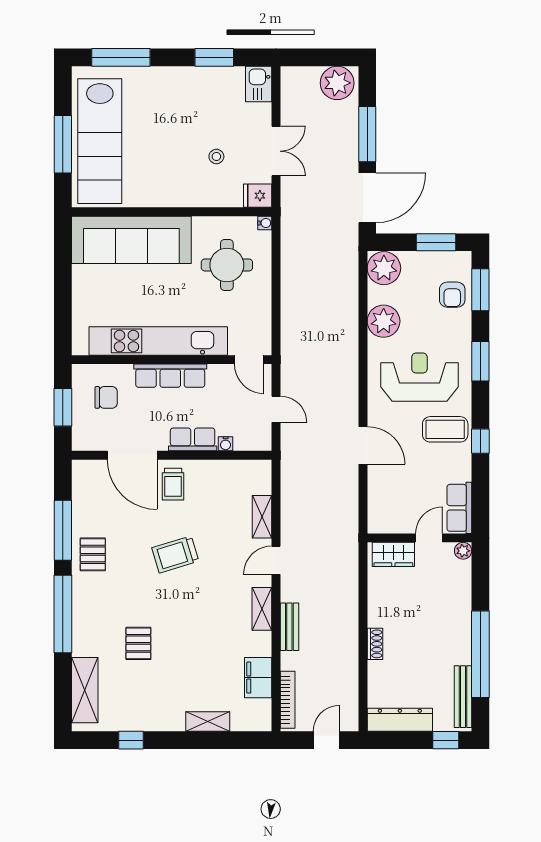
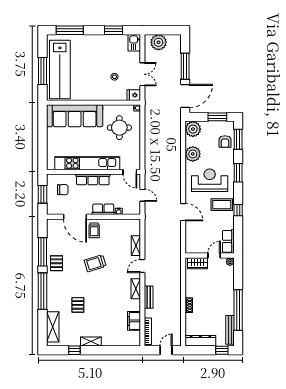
plant: (337, 83) -> (159, 42), moved
shelving: (208, 722) -> (91, 342), moved

